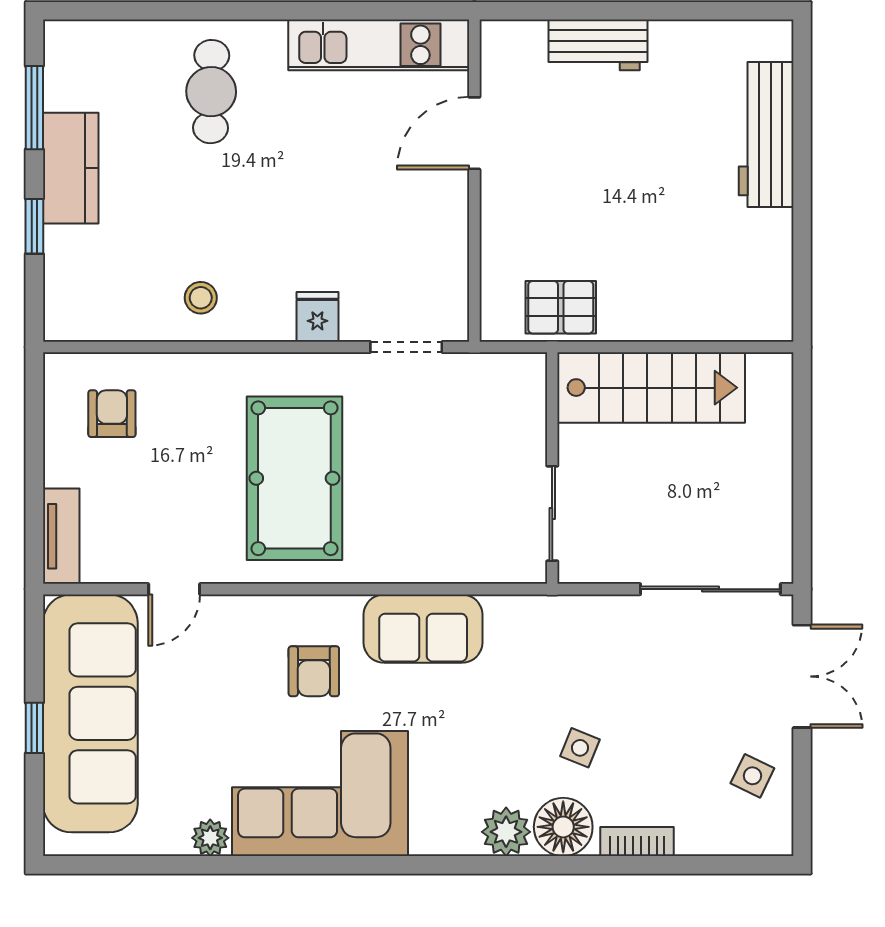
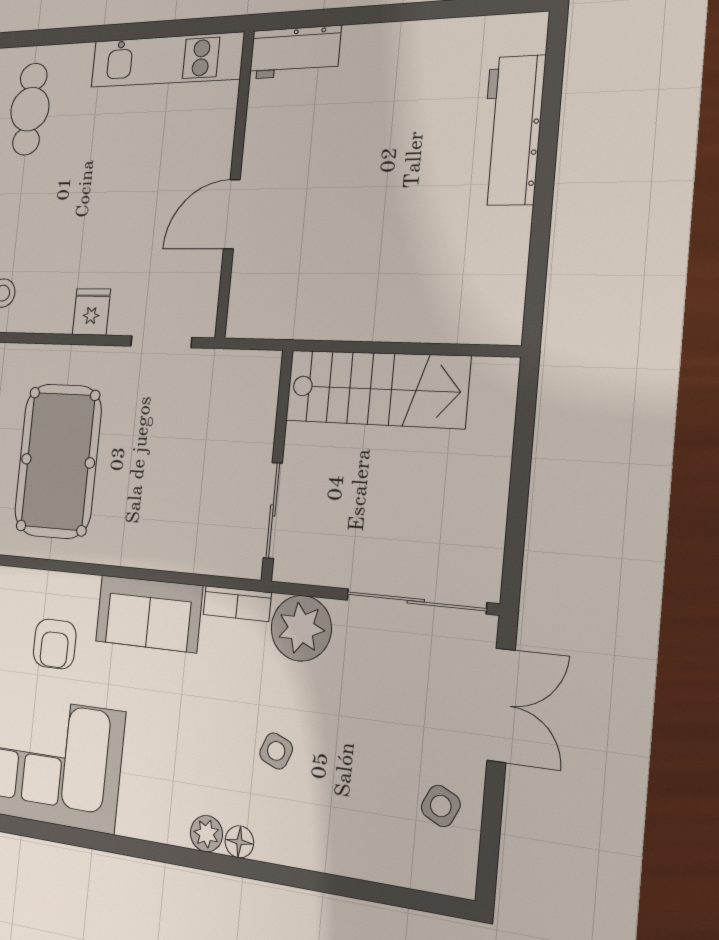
workbench: (598, 45) -> (295, 52), moved
door: (474, 133) -> (232, 214), moved
pallet: (561, 307) -> (300, 306), removed
plant: (595, 626) -> (301, 628), added
floor lamp: (563, 827) -> (239, 842), width x0.53, depth x0.53
plant: (506, 832) -> (206, 834), width x0.73, depth x0.73
bookcase: (637, 842) -> (237, 603), moved, turned 180

